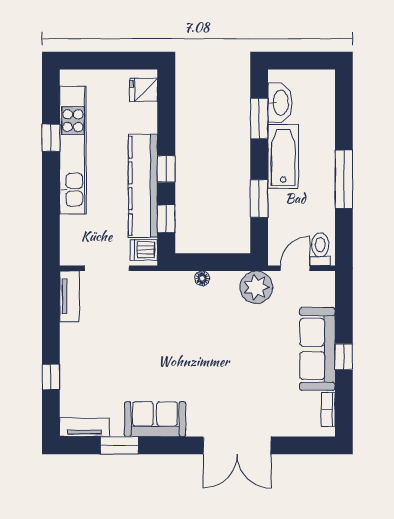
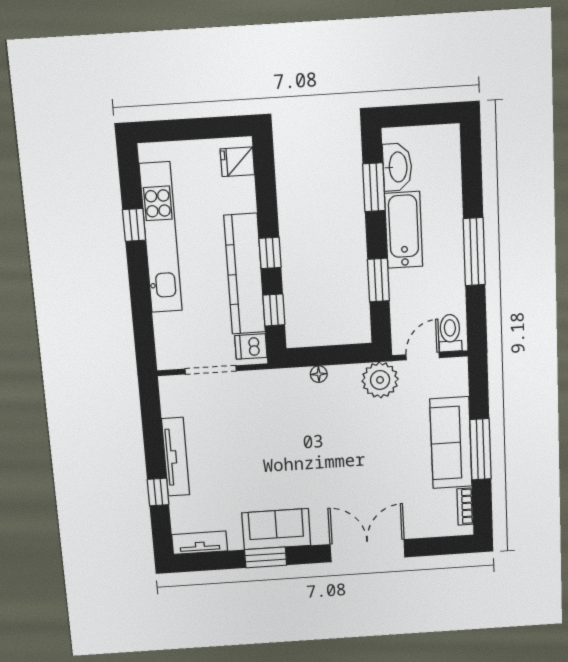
tv unit: (69, 296) -> (176, 457), moved, width x1.41
window: (344, 357) -> (480, 449), width x2.17
window: (119, 445) -> (266, 557), moved
double door: (237, 445) -> (368, 551), swing flipped

